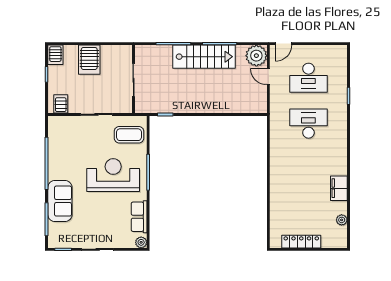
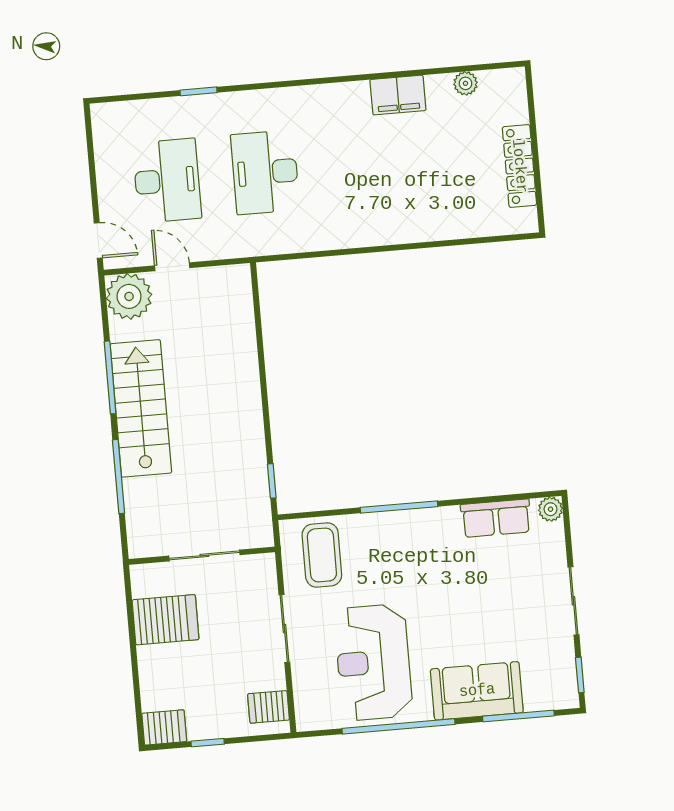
server rack: (89, 60) -> (165, 620), moved
door: (268, 77) -> (172, 267), swing flipped
reception desk: (113, 175) -> (373, 662), moved

